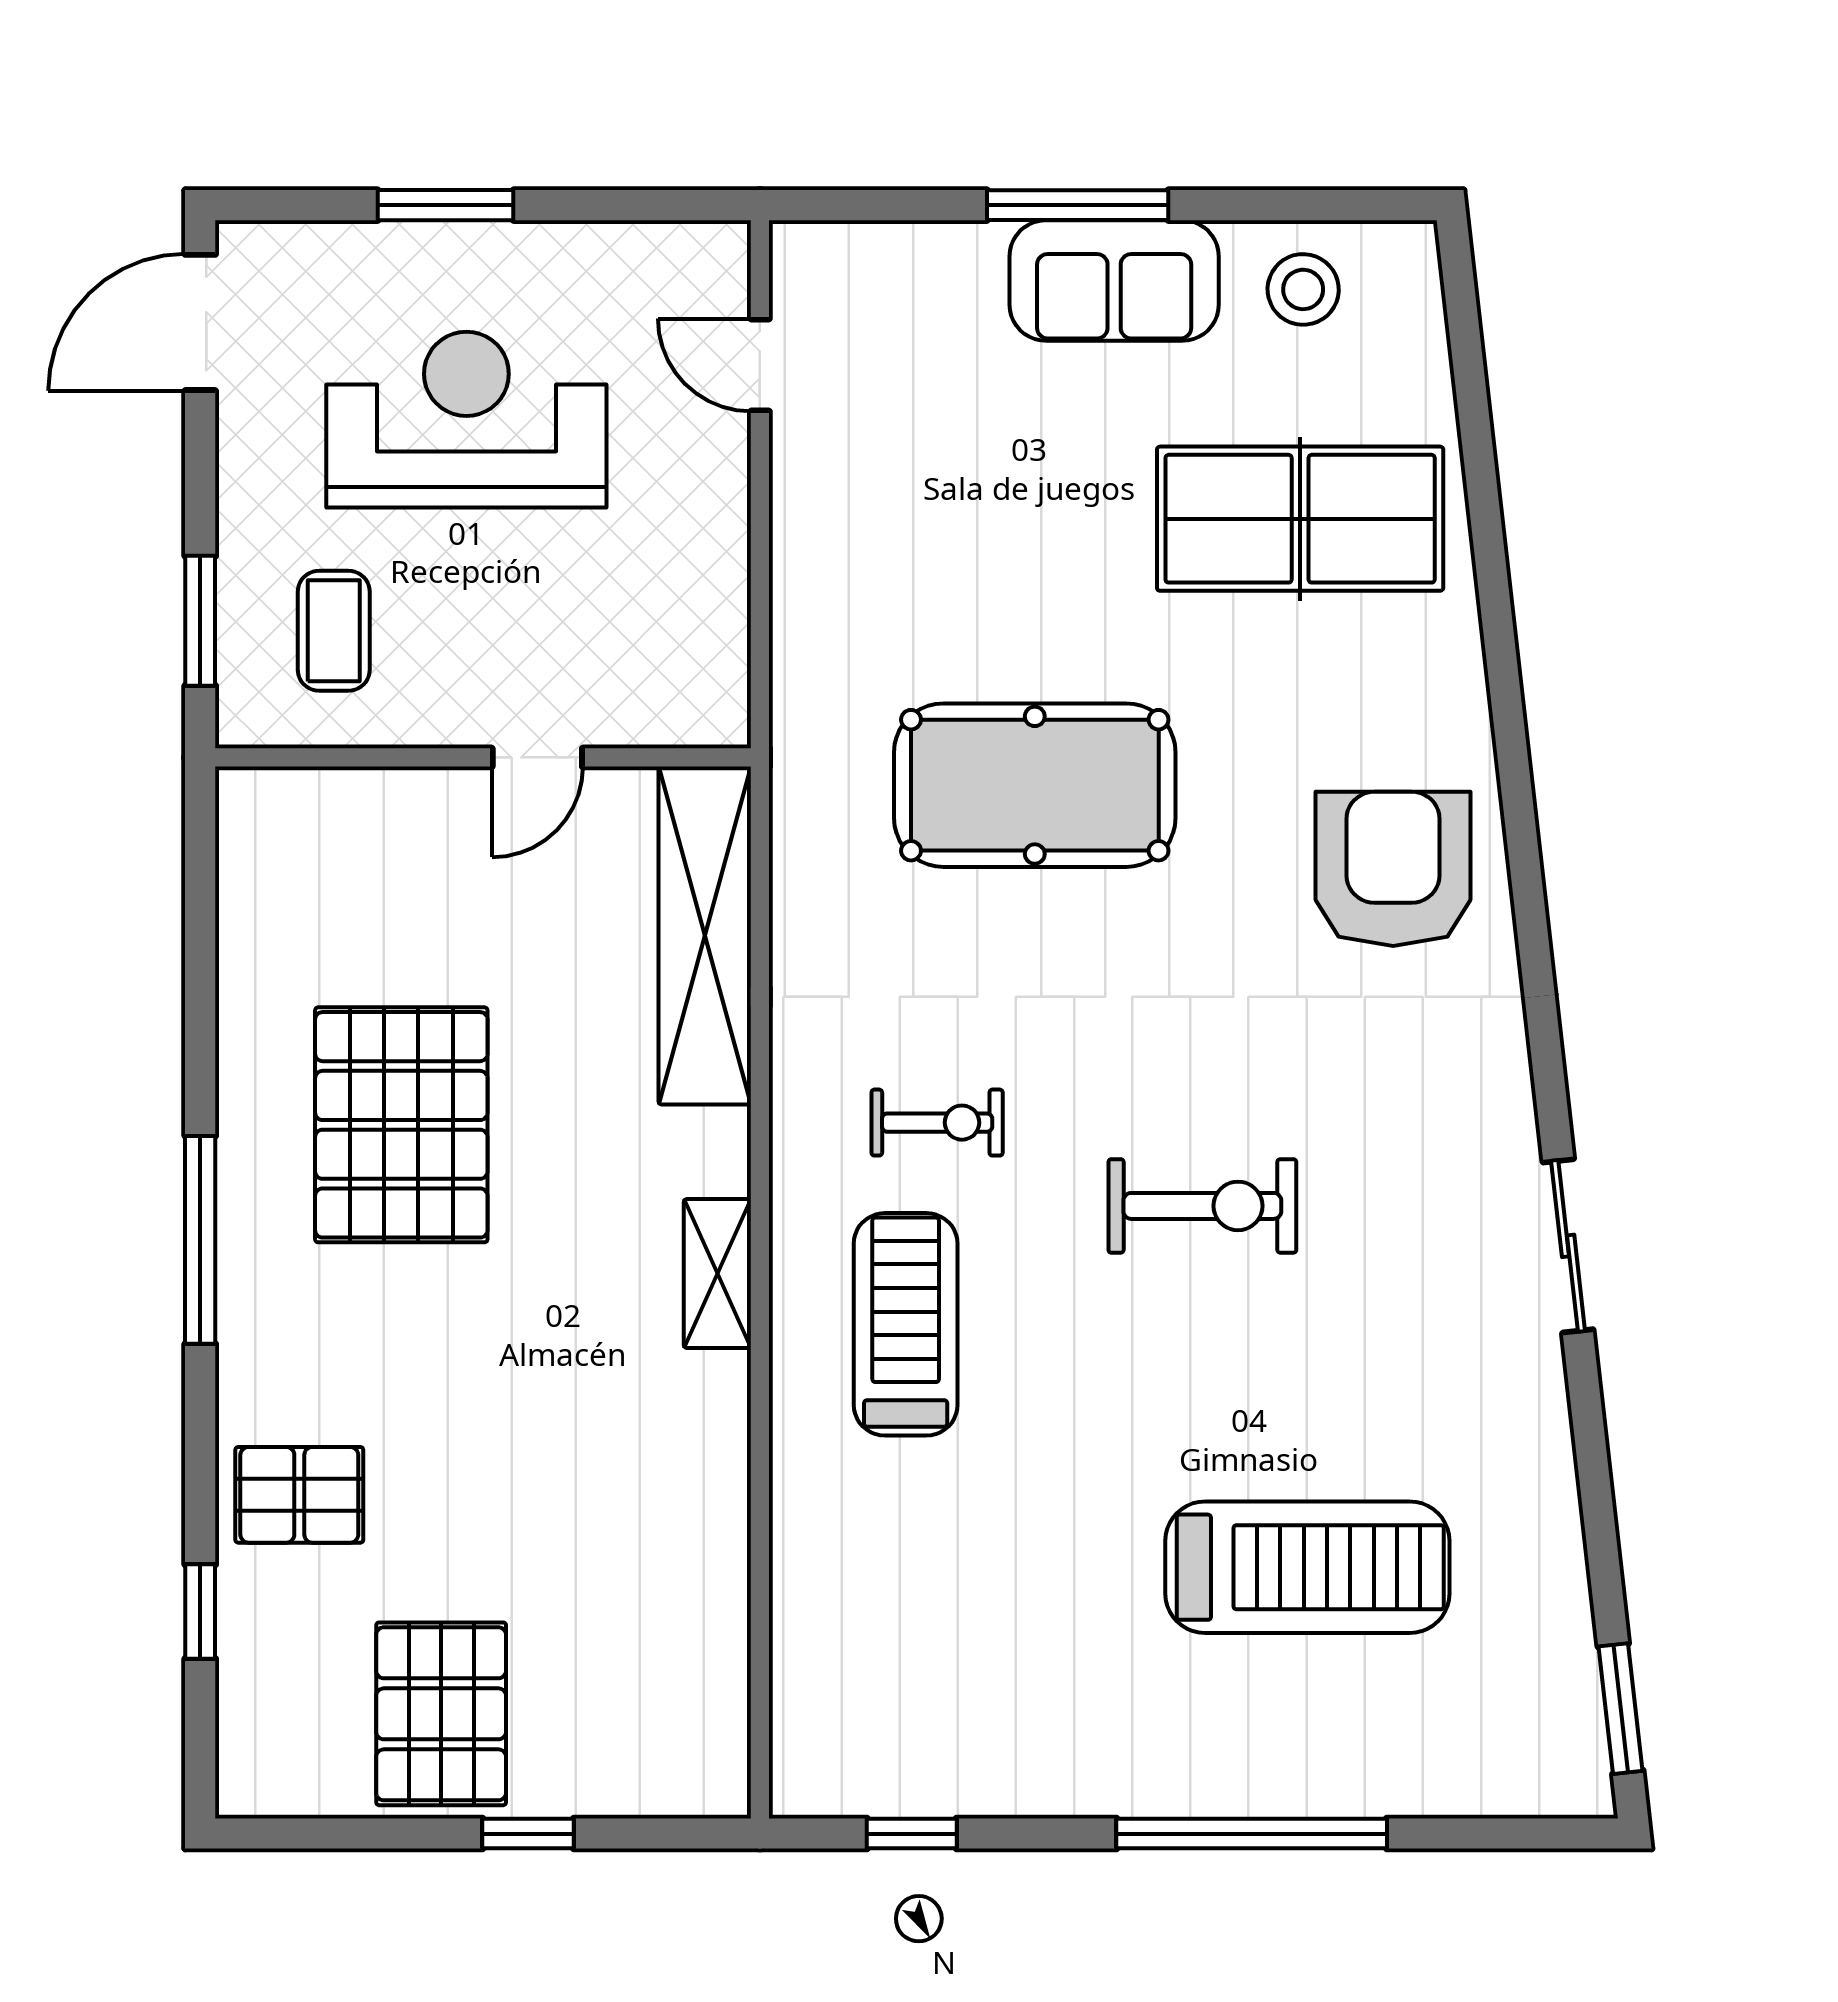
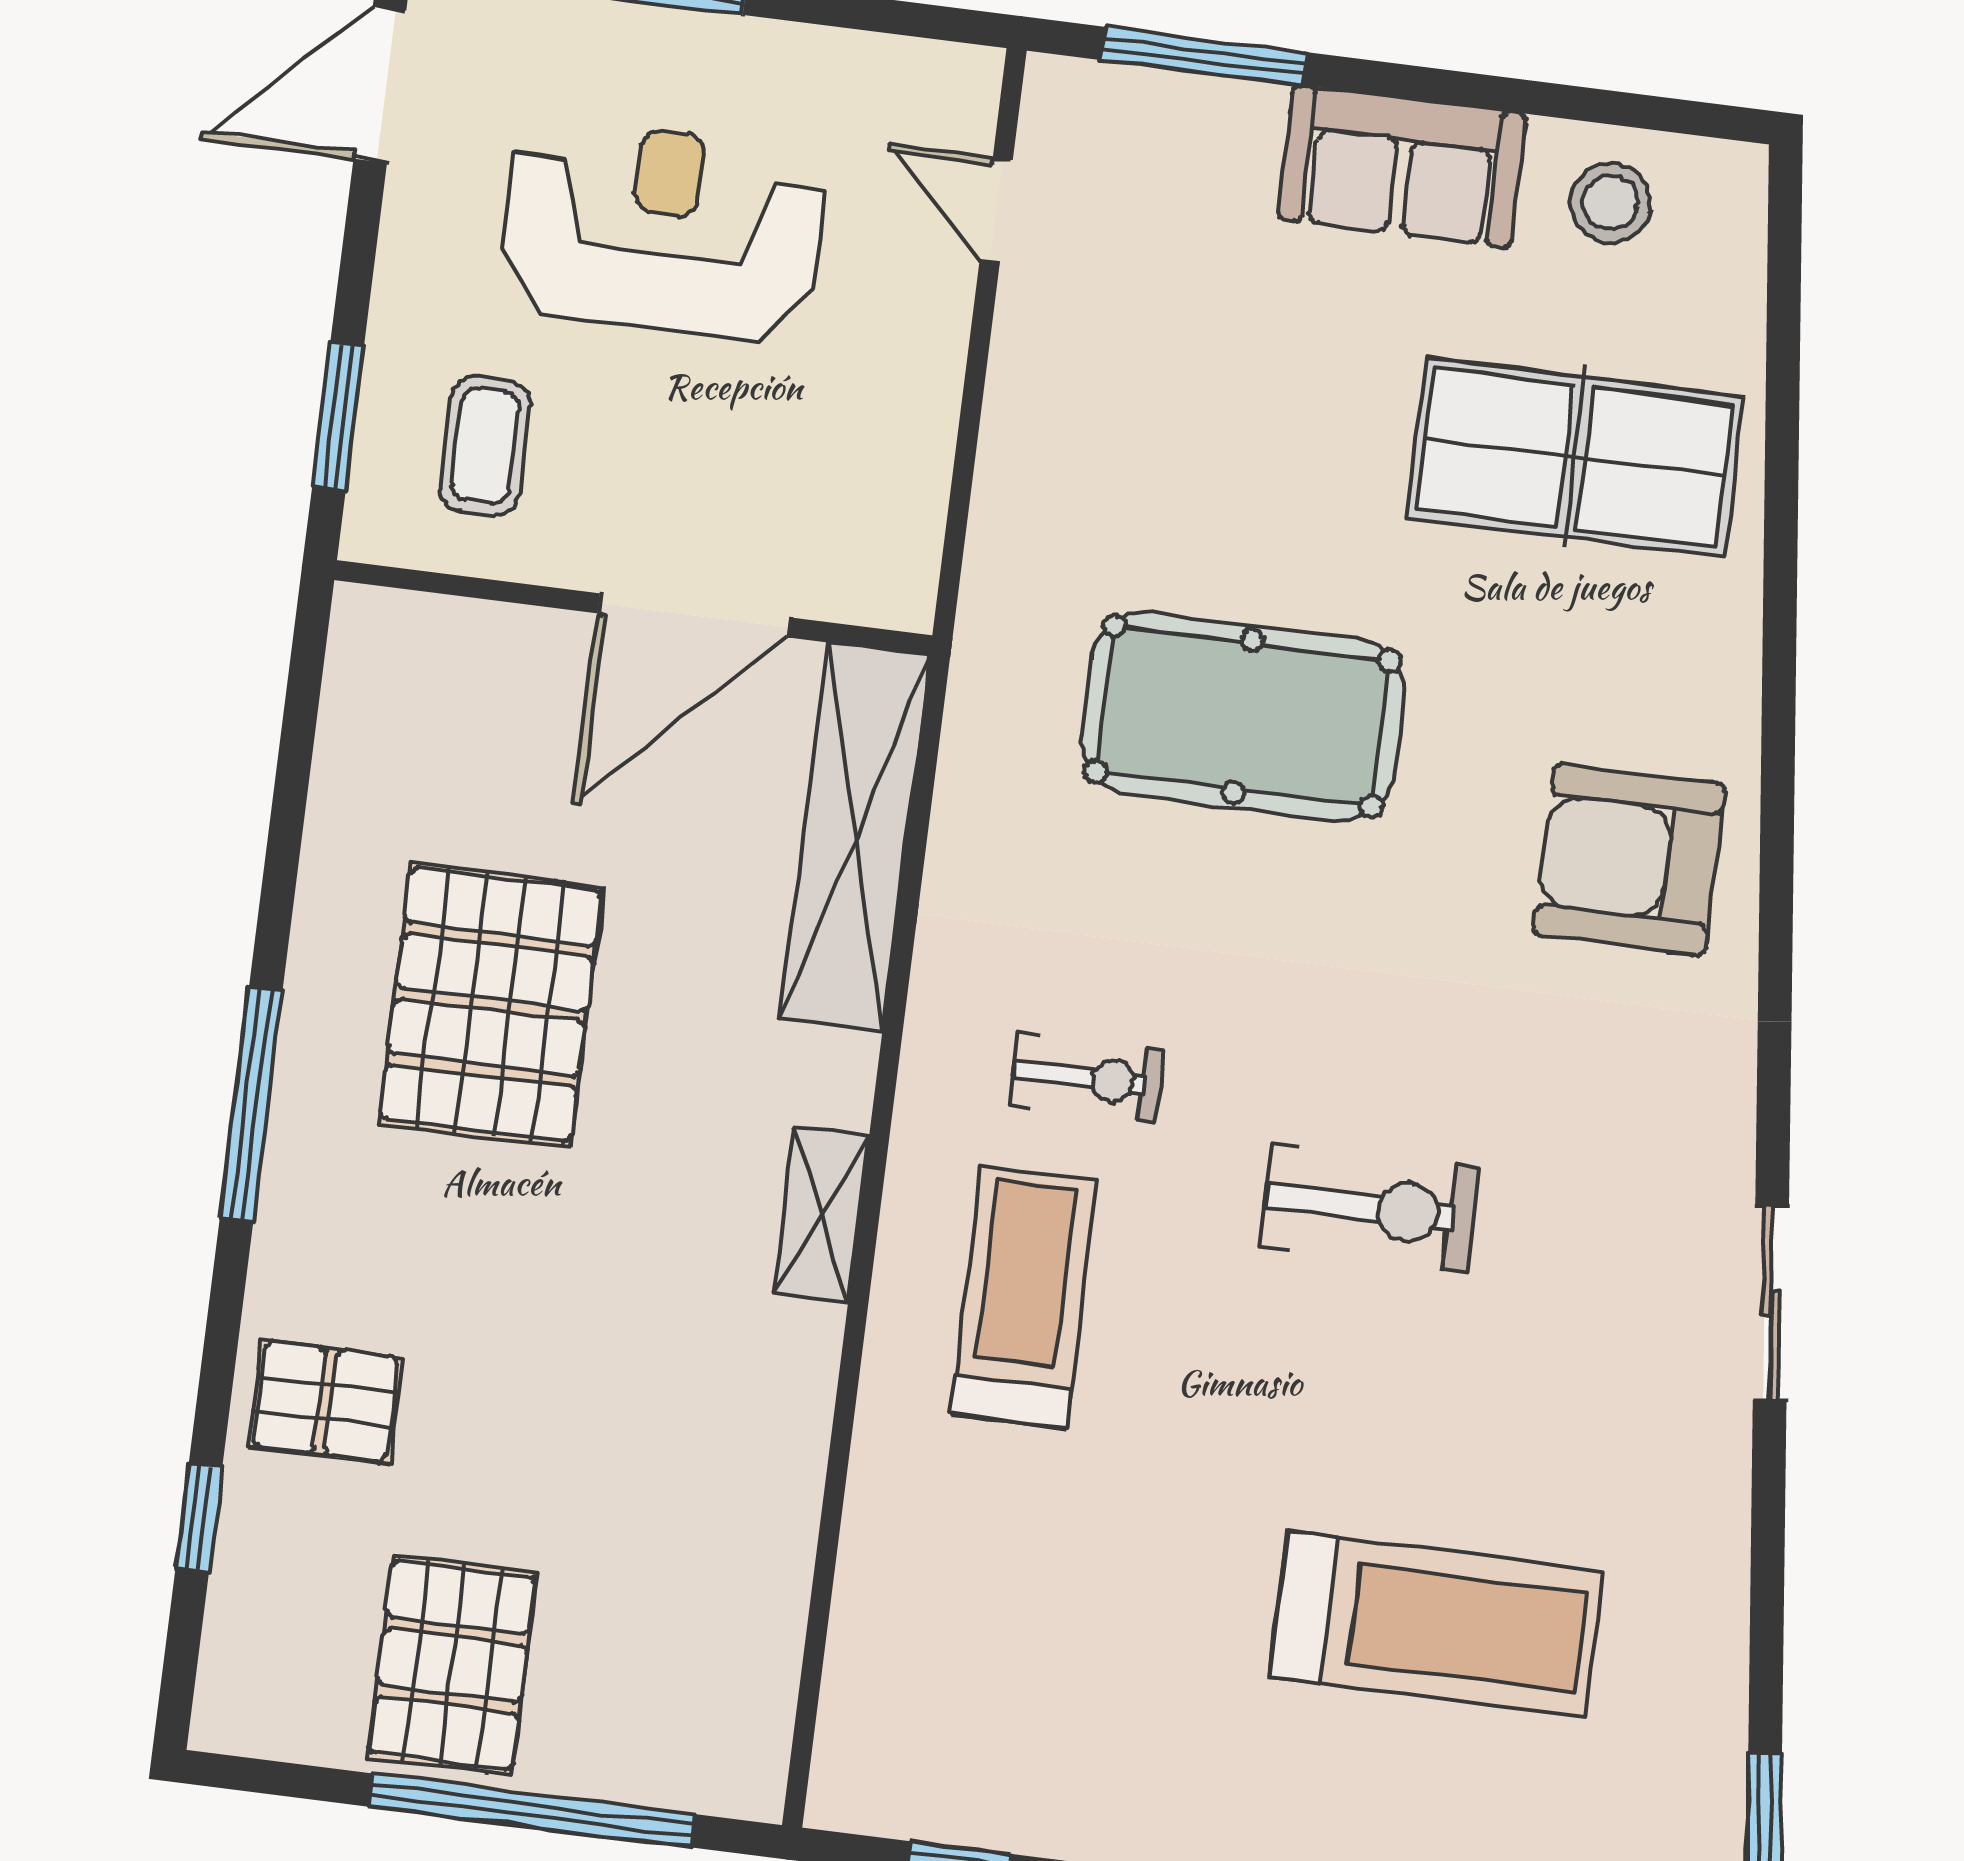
window: (1078, 205) -> (1204, 56), moved
door: (537, 757) -> (694, 615), width x1.88
armchair: (1393, 869) -> (1629, 859), turned -90
window: (528, 1834) -> (532, 1810), width x3.17

